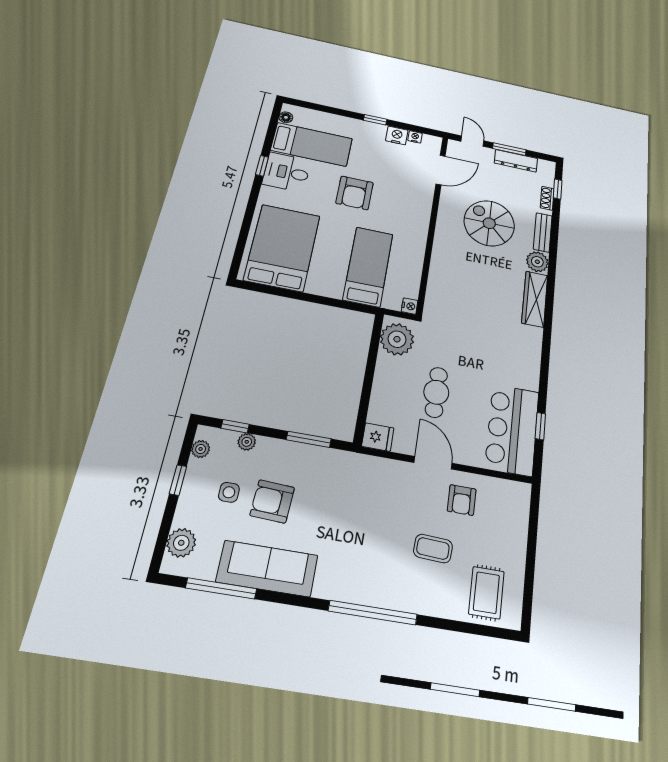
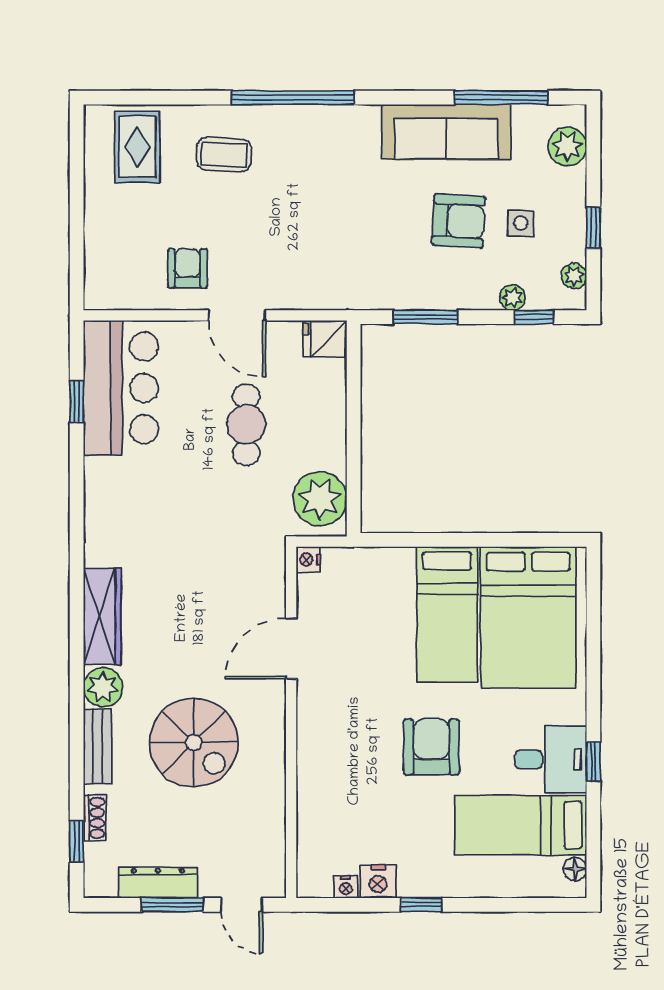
door: (441, 170) -> (291, 649), moved
bed: (368, 267) -> (447, 615), moved
coffee table: (433, 549) -> (224, 155), moved

